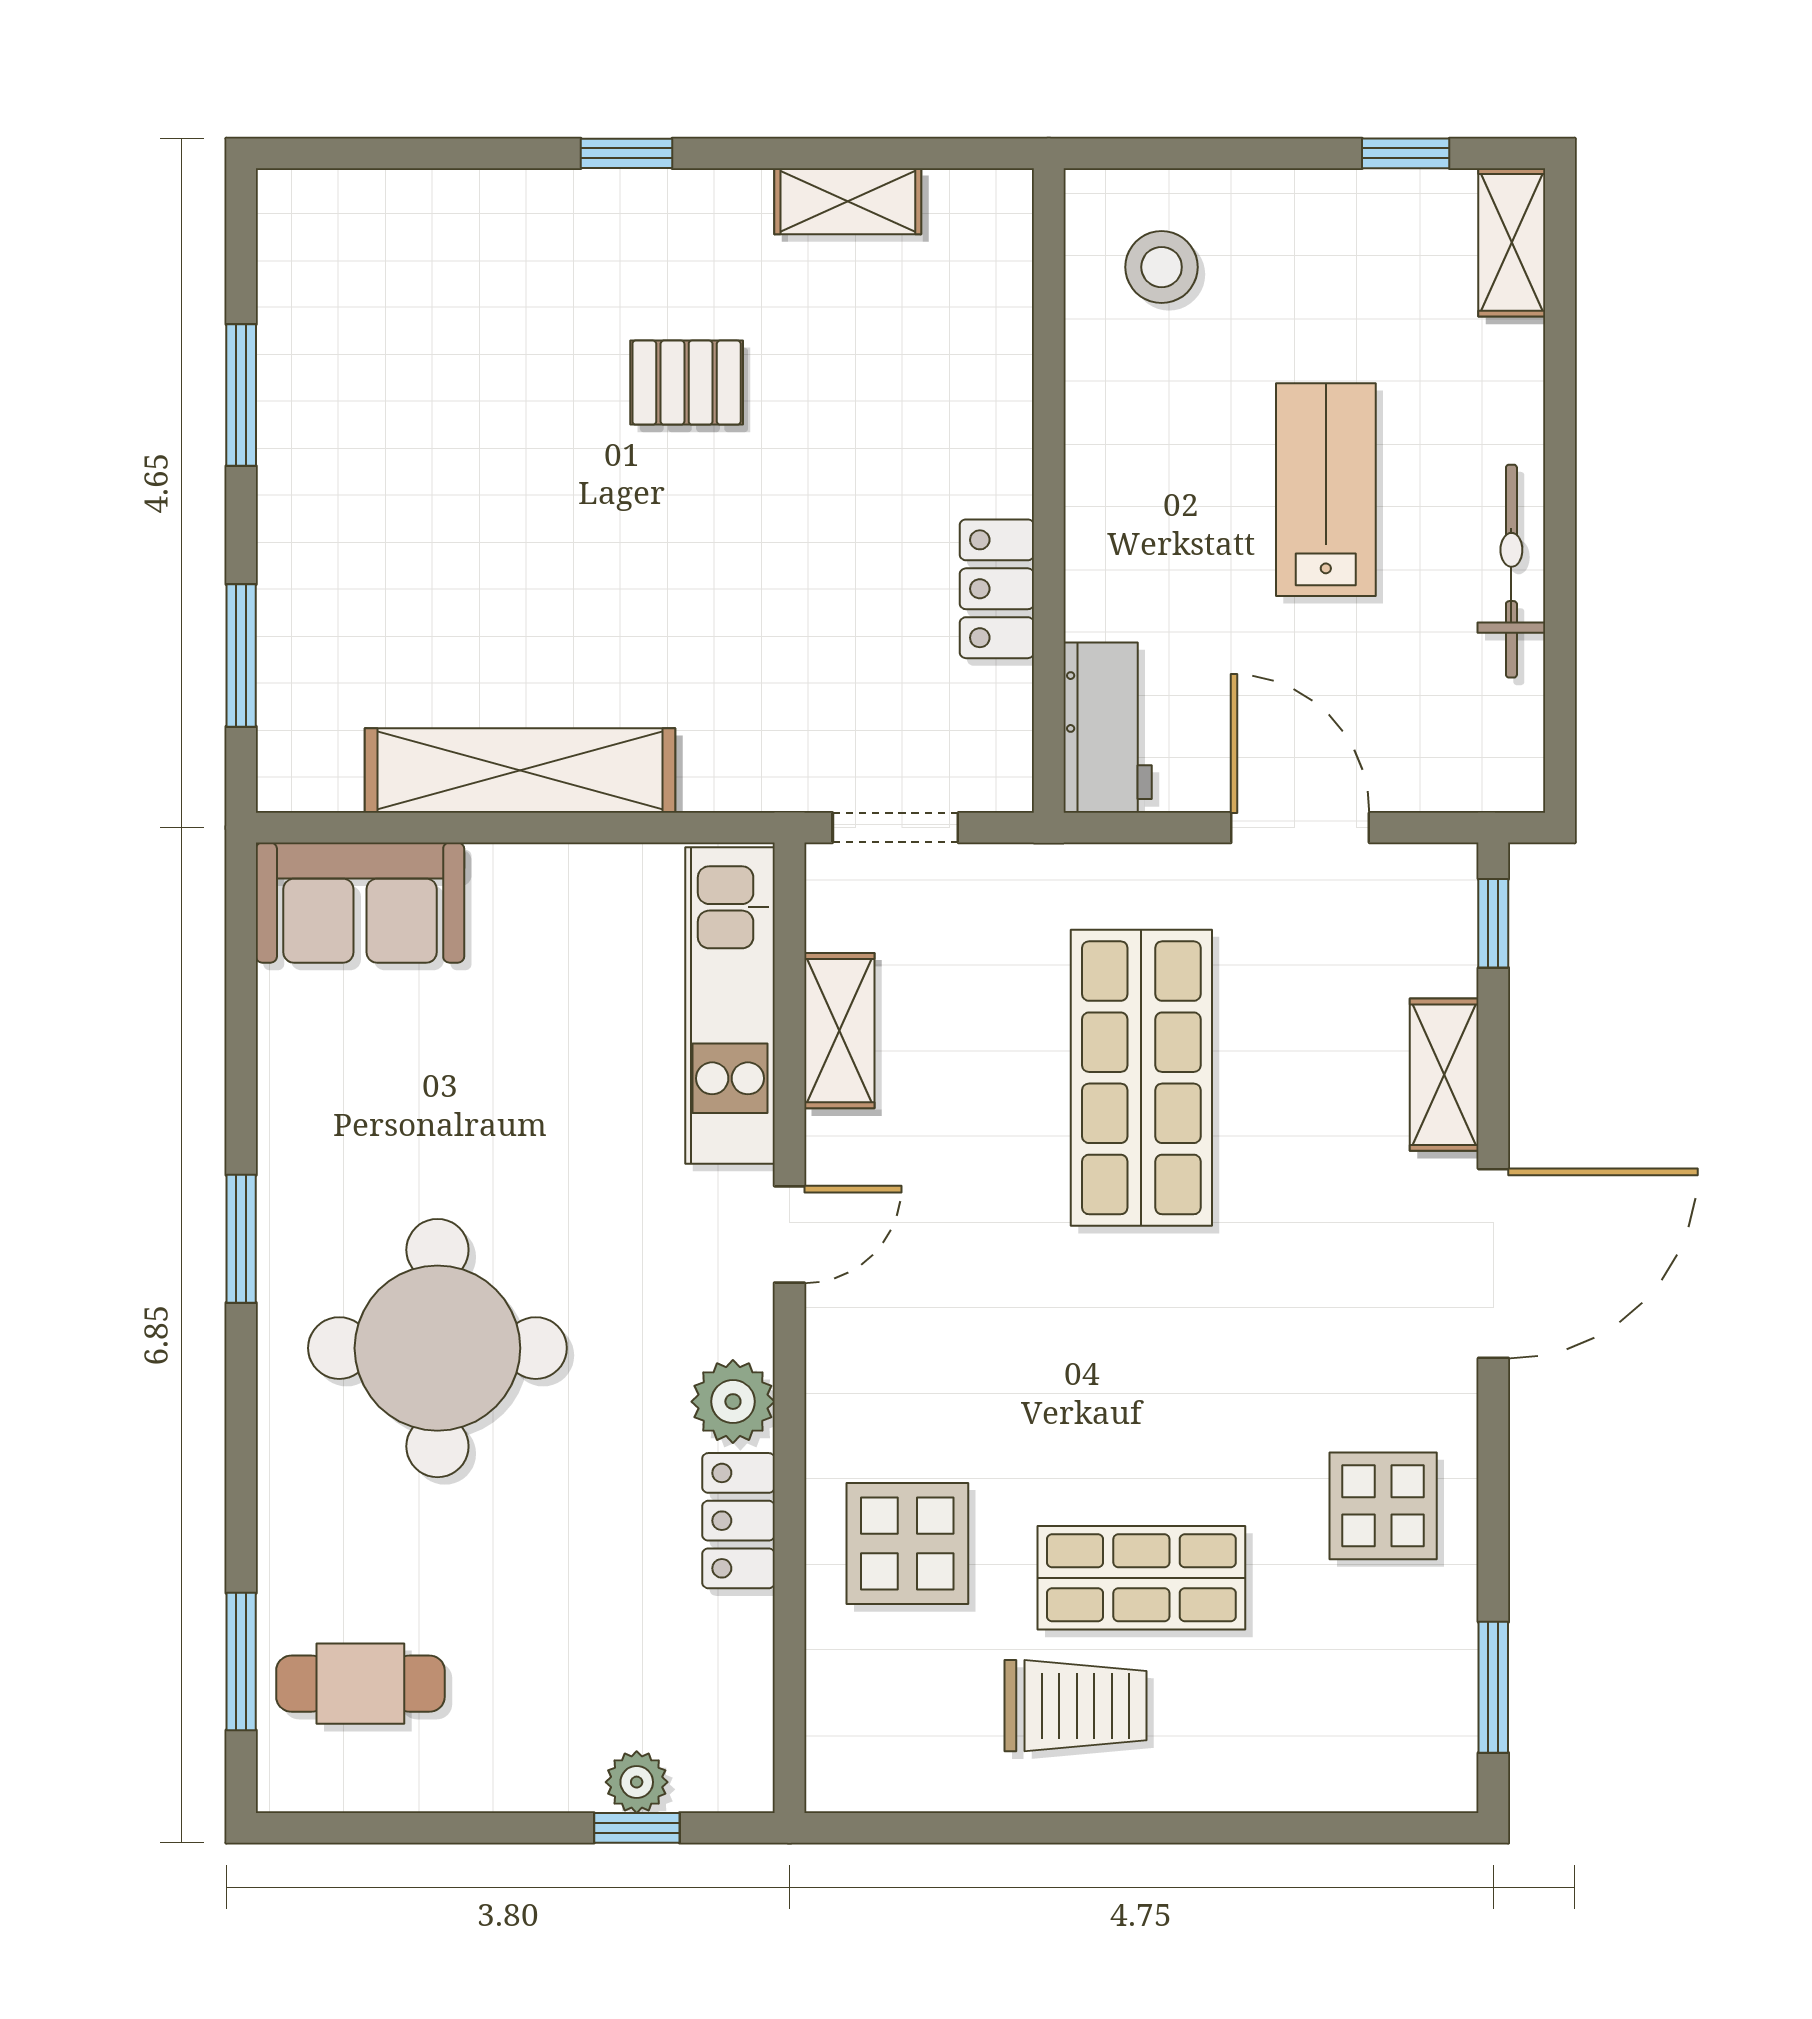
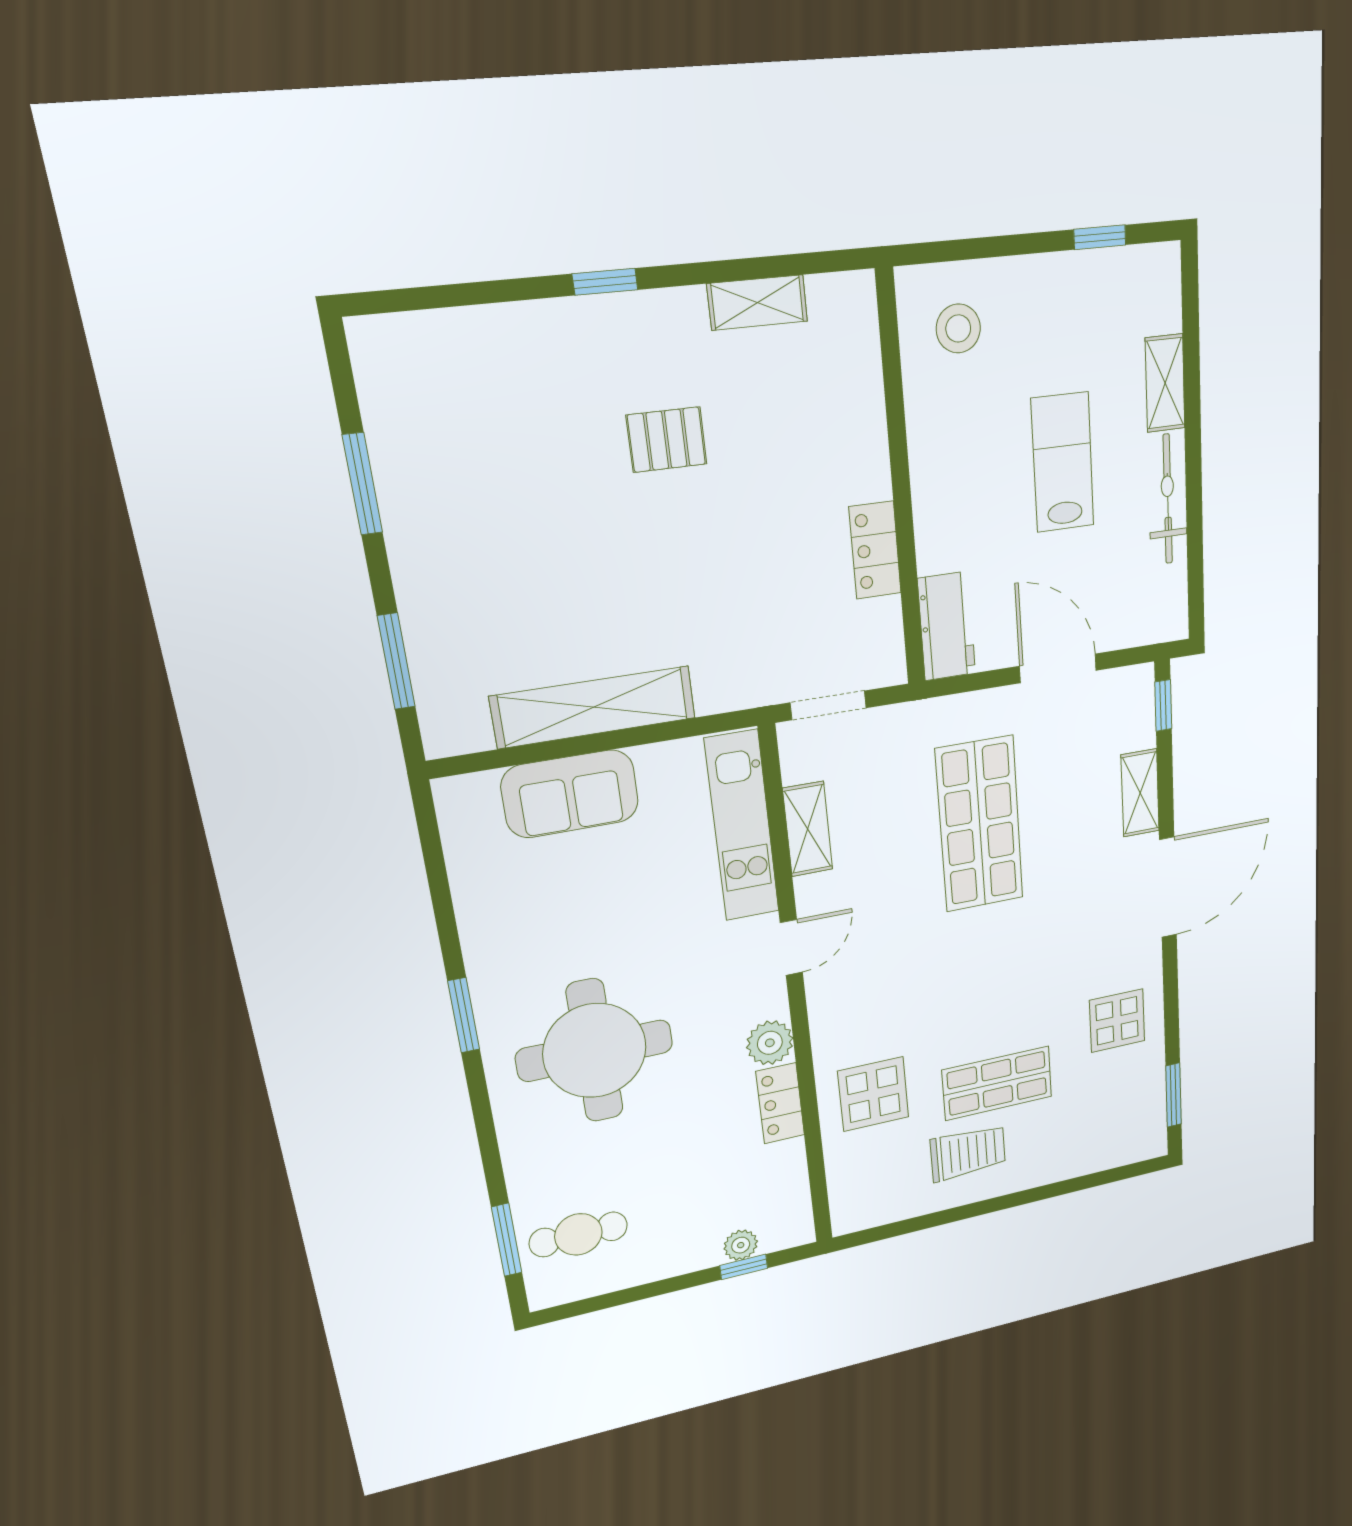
shelving: (1512, 242) -> (1165, 383), moved
sofa: (360, 903) -> (570, 794), moved

